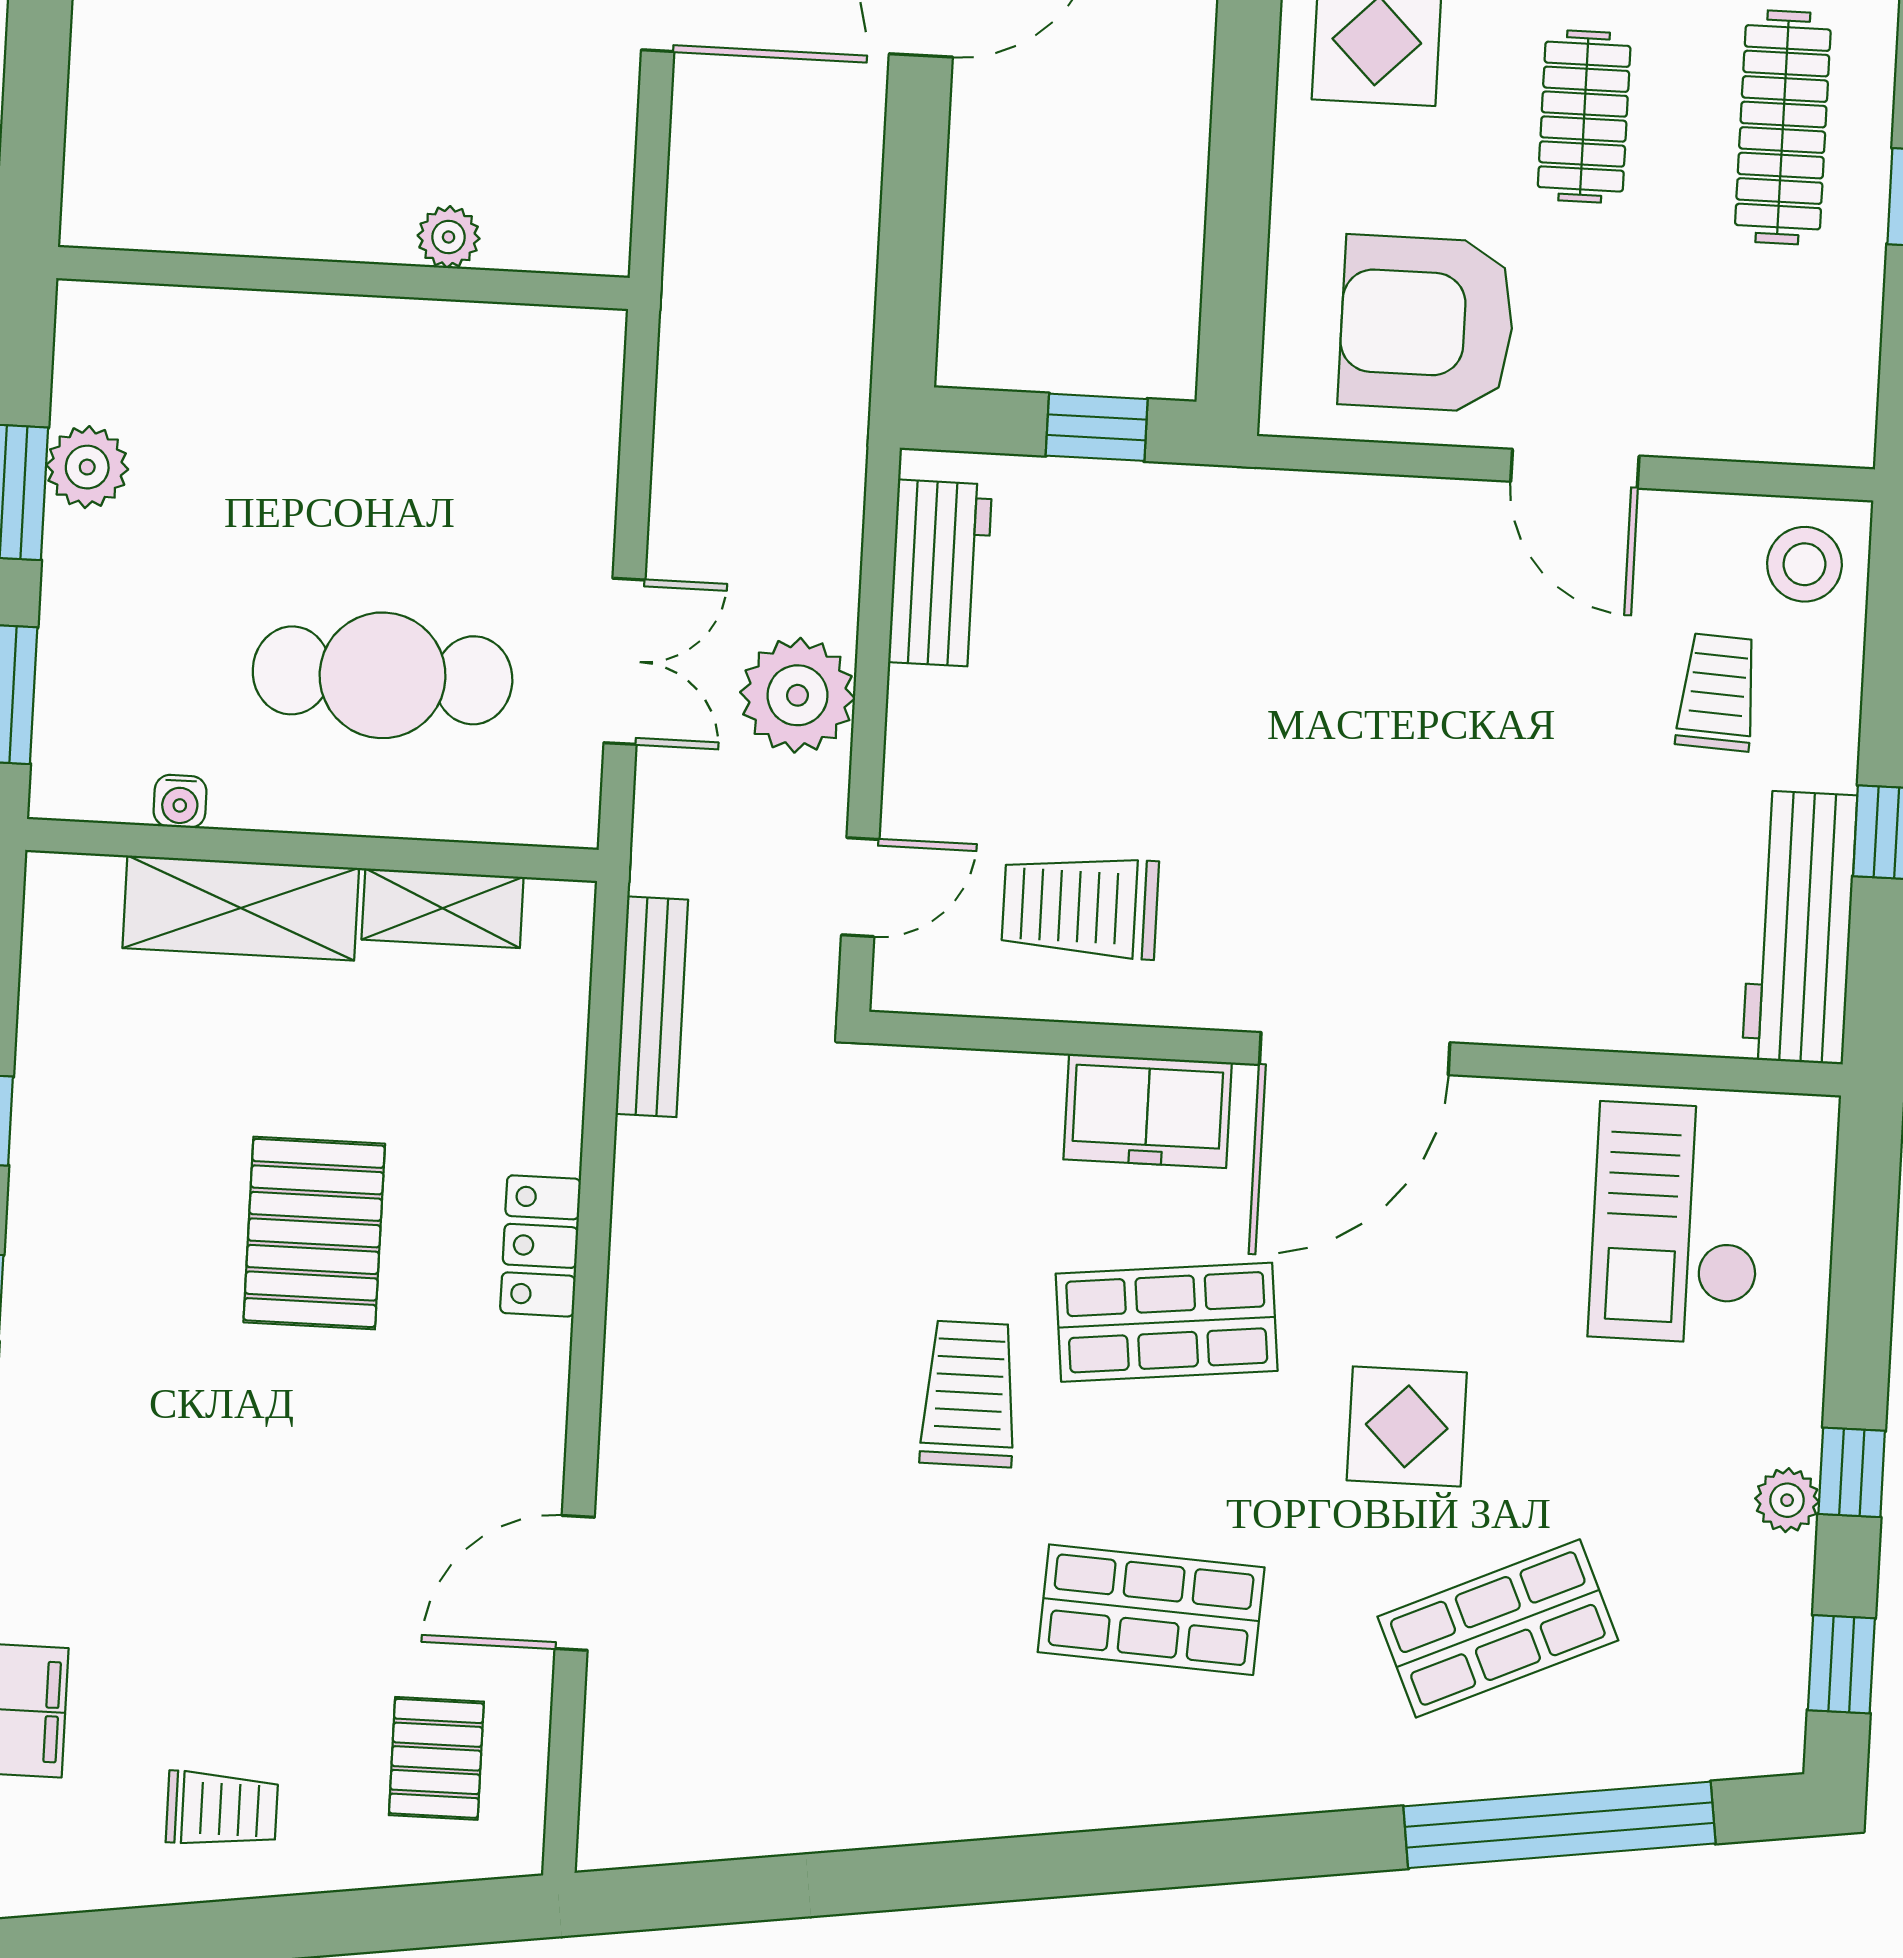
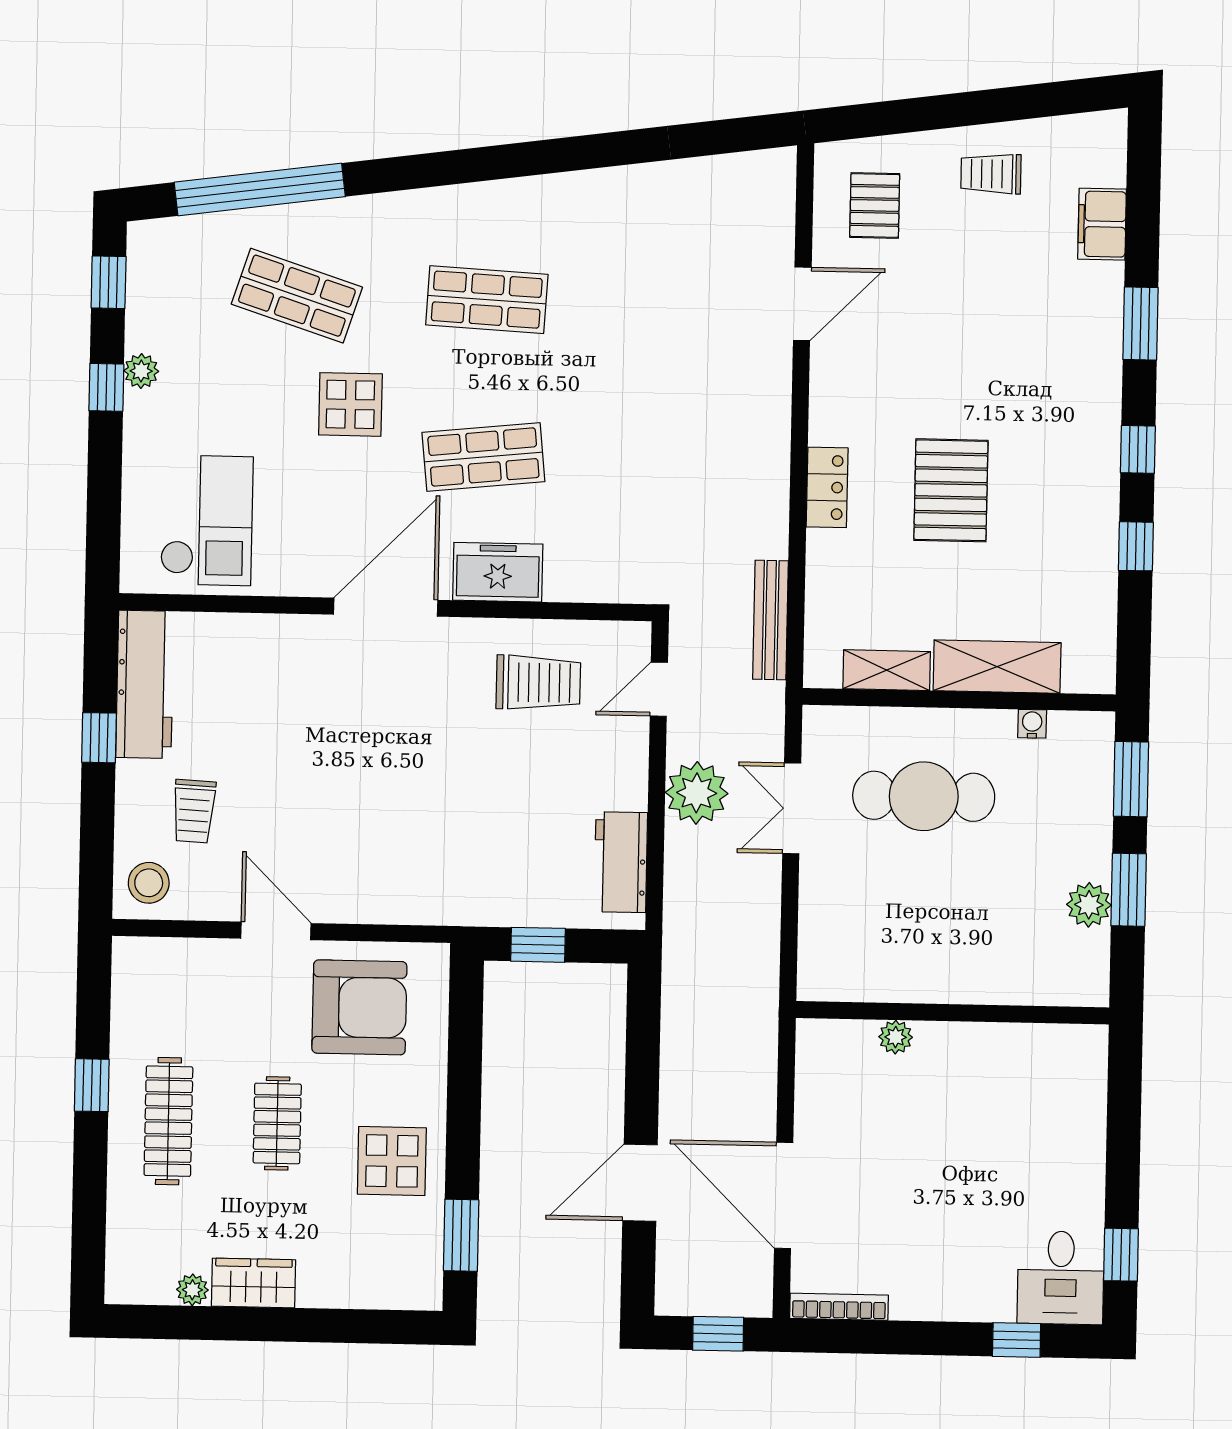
trolley: (969, 1394) -> (590, 414), removed
shop shelf: (1498, 1628) -> (297, 296), turned 42

